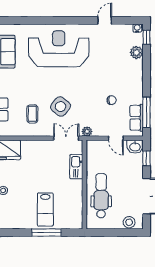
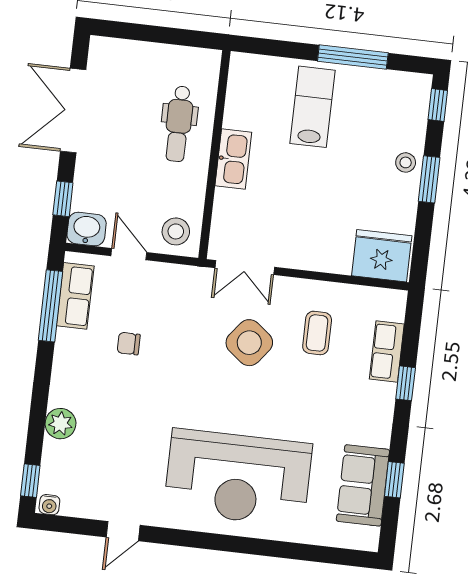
plant: (136, 52) -> (61, 424), moved
plant: (87, 131) -> (194, 277), removed
kitchen sink: (76, 167) -> (233, 159), moved
dental chair: (101, 196) -> (179, 124), width x0.73, depth x0.72
stool: (129, 222) -> (176, 231), moved
window: (46, 233) -> (353, 57), moved

